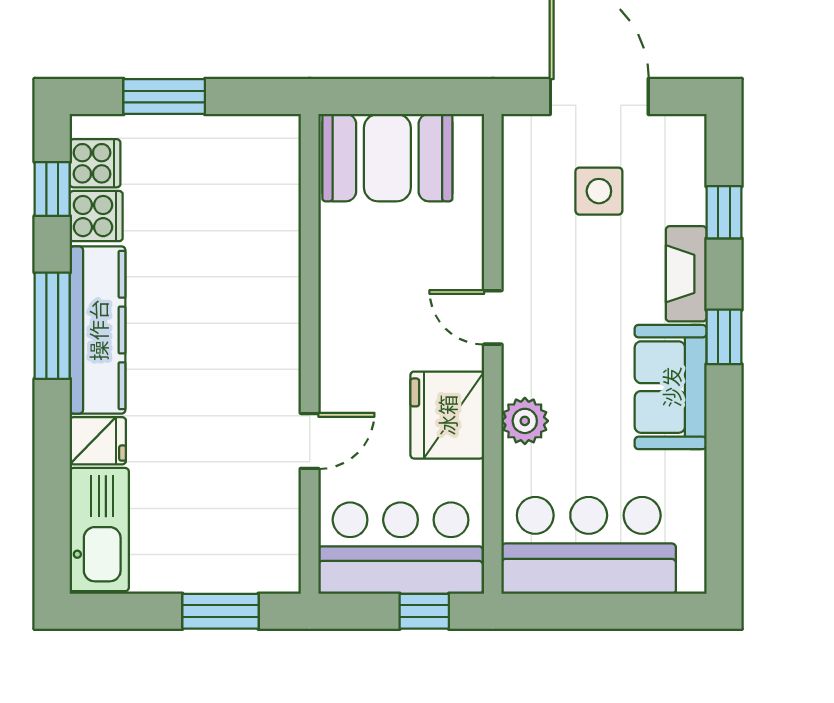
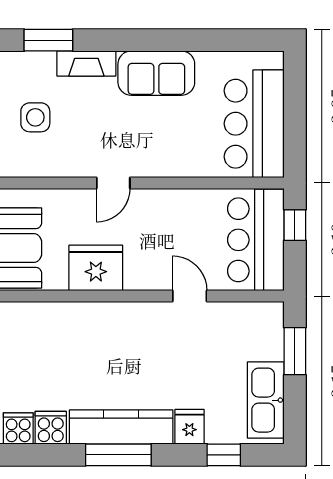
window: (52, 189) -> (224, 455), moved
window: (724, 212) -> (48, 40), width x1.50
window: (724, 337) -> (125, 40), removed
fridge: (447, 415) -> (96, 268), moved, turned 180
plant: (525, 421) -> (177, 163), removed
kitchen sink: (99, 530) -> (266, 400), moved, turned -90

